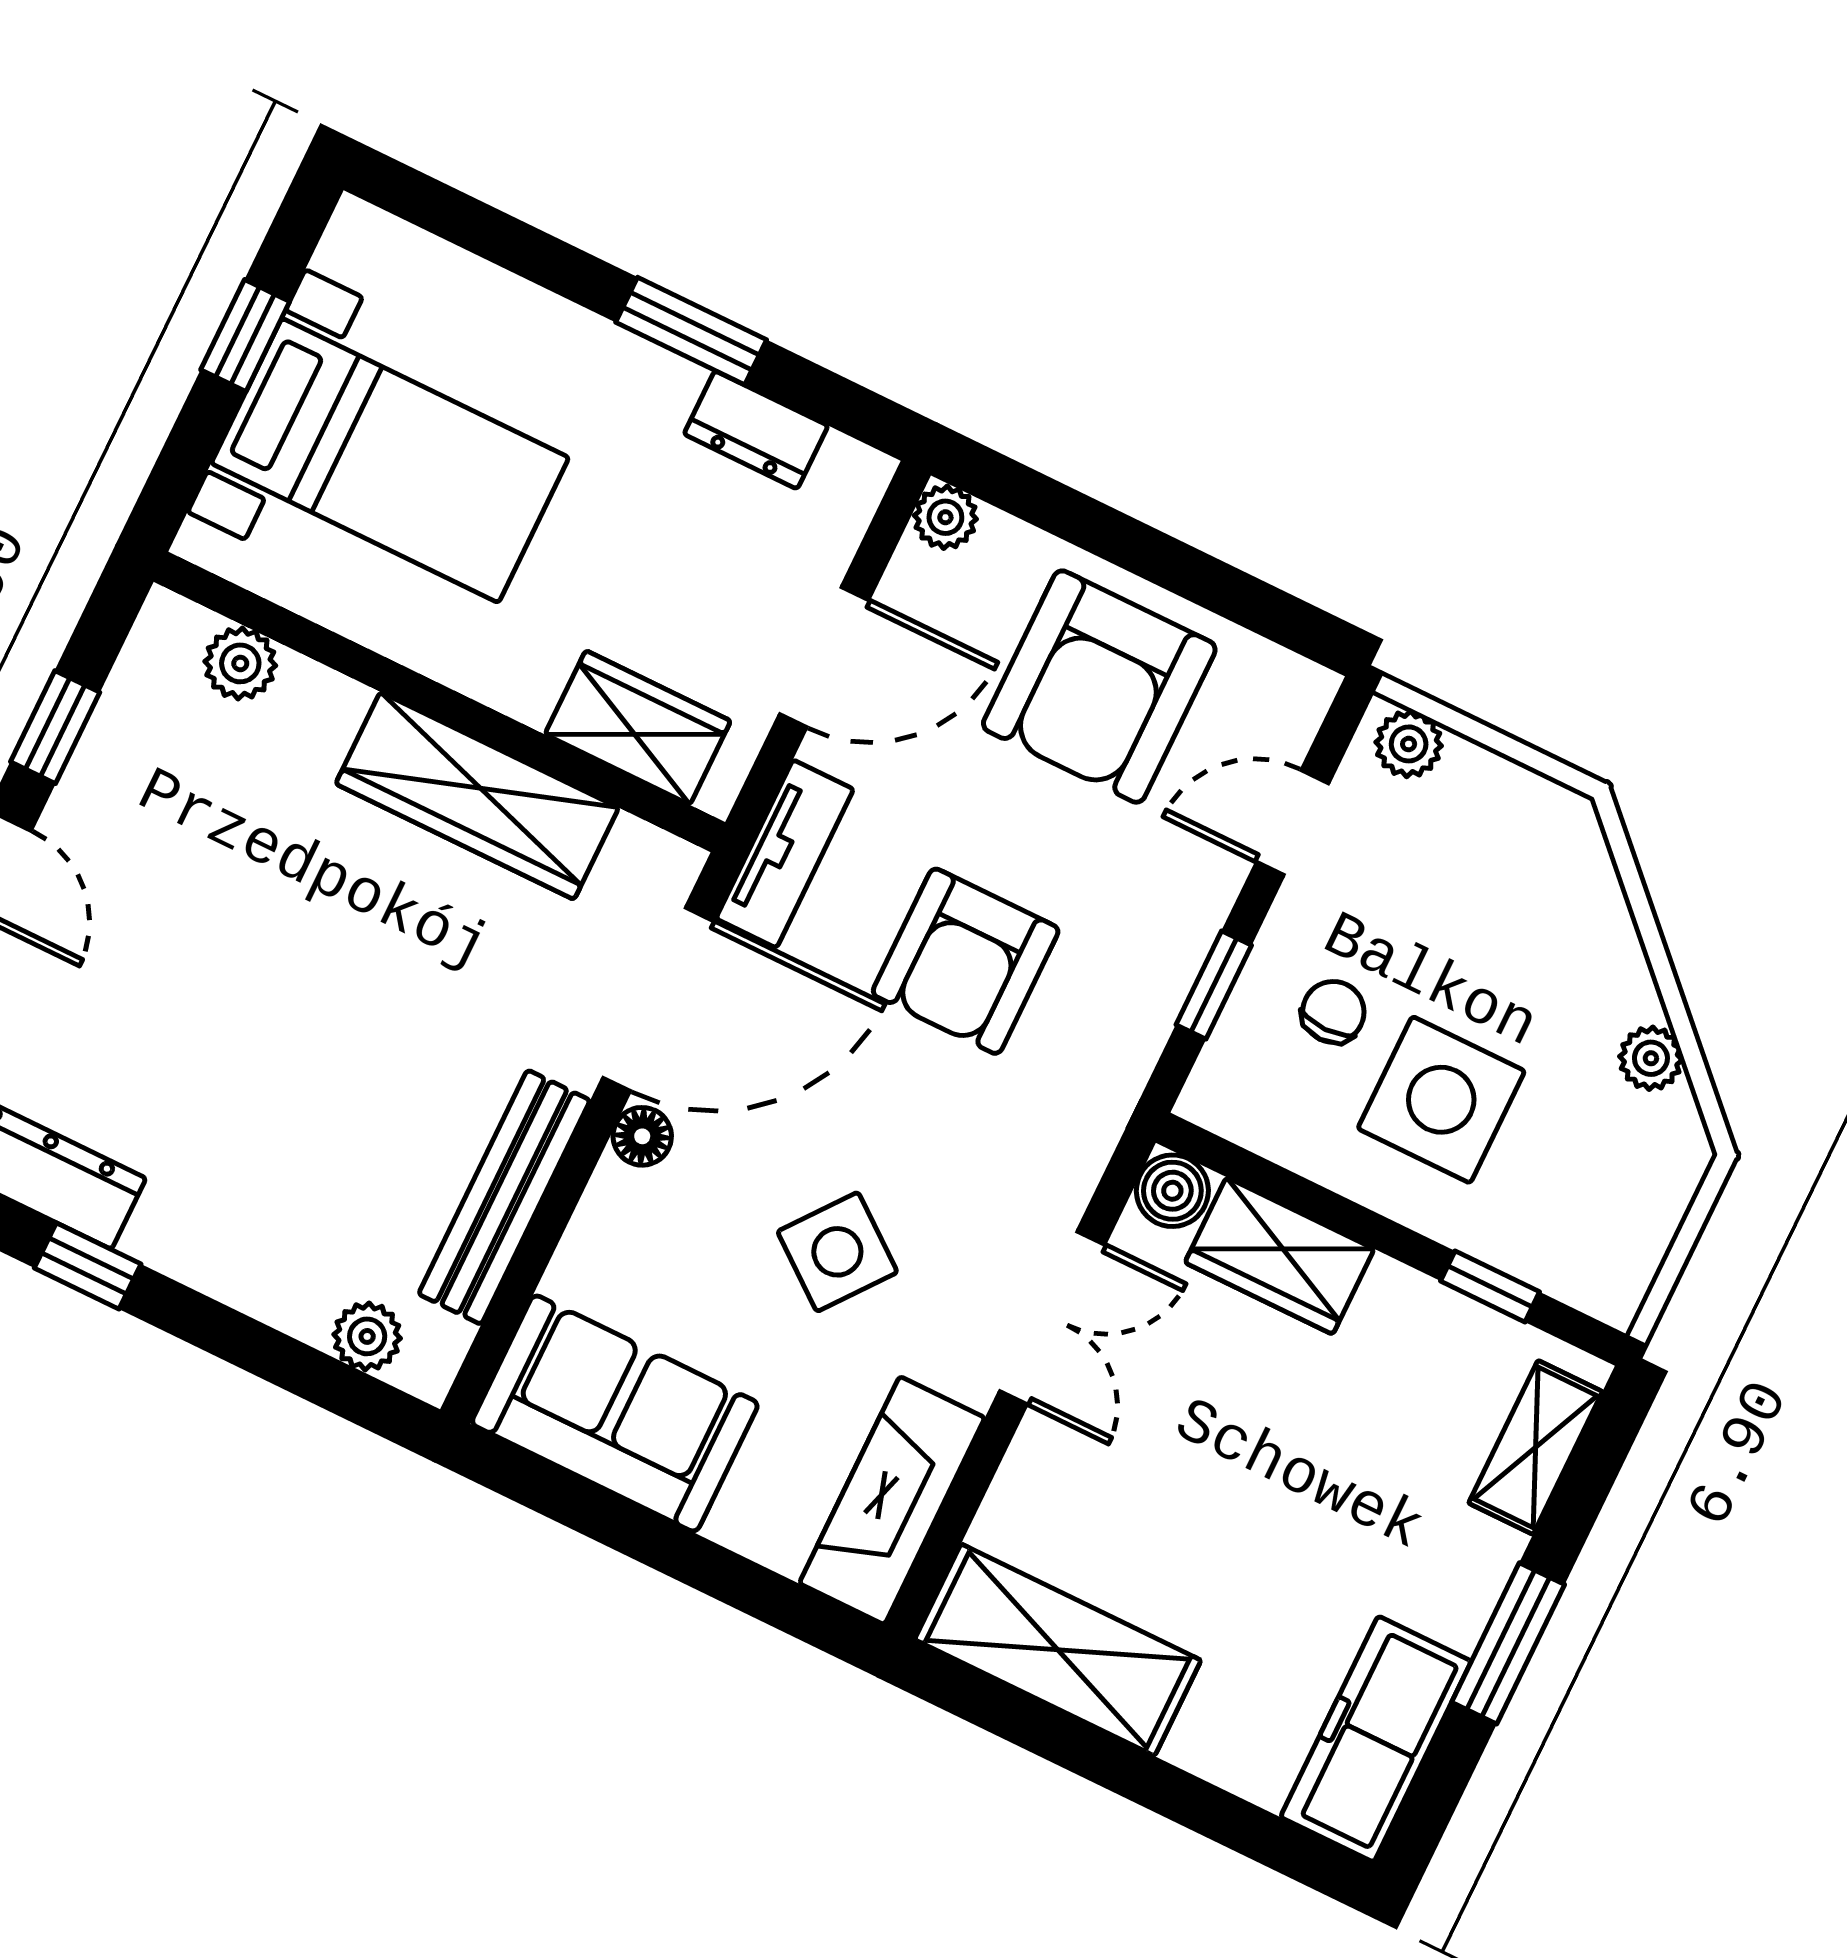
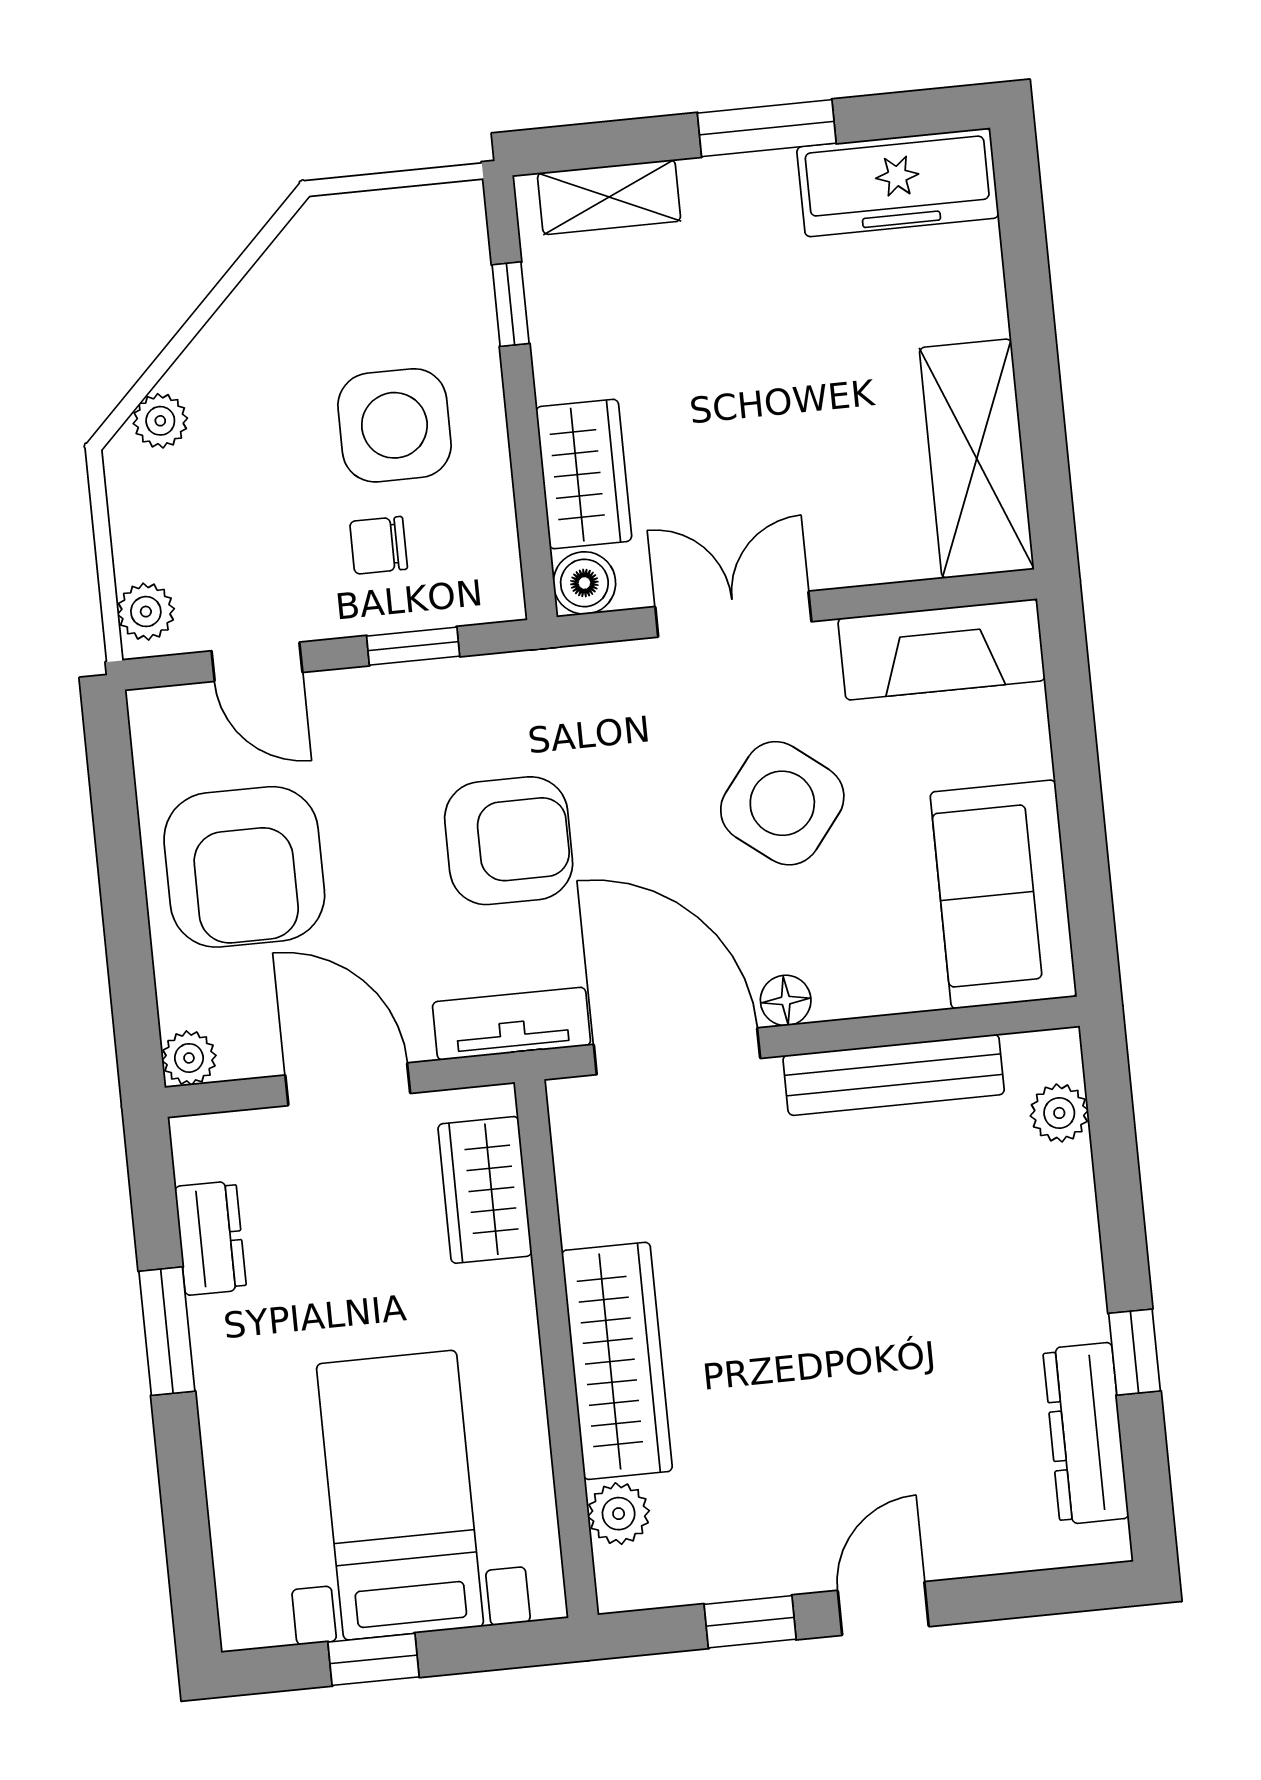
armchair: (1099, 687) -> (244, 867), turned 90
wardrobe: (477, 796) -> (617, 1361), moved
plant: (1651, 1058) -> (160, 421), moved
side table: (837, 1252) -> (782, 803), width x1.37, depth x1.37

